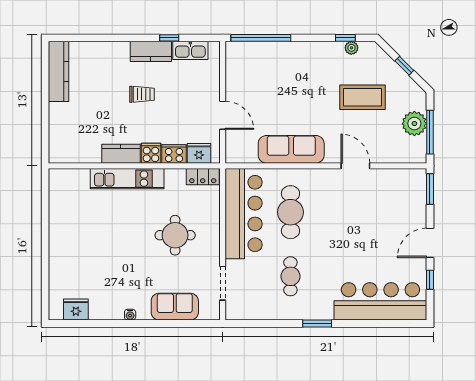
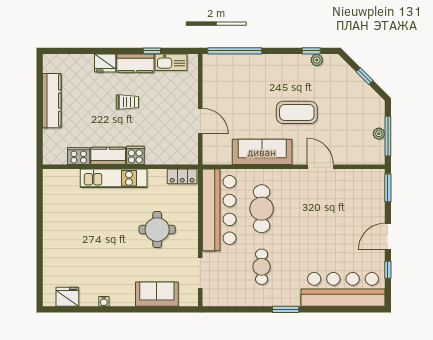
kitchen counter: (59, 71) -> (52, 101), moved
coffee table: (363, 97) -> (297, 112), moved
plant: (414, 124) -> (379, 134), width x0.53, depth x0.53
fridge: (199, 153) -> (105, 63), moved, turned 180
cooker: (174, 154) -> (79, 156), moved
water cooler: (130, 315) -> (104, 301), moved

